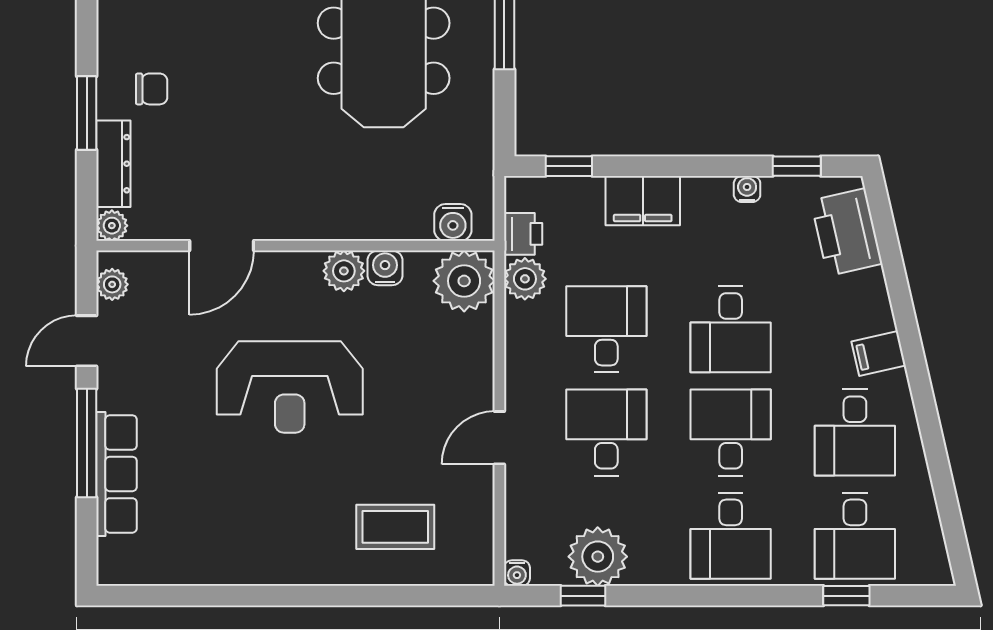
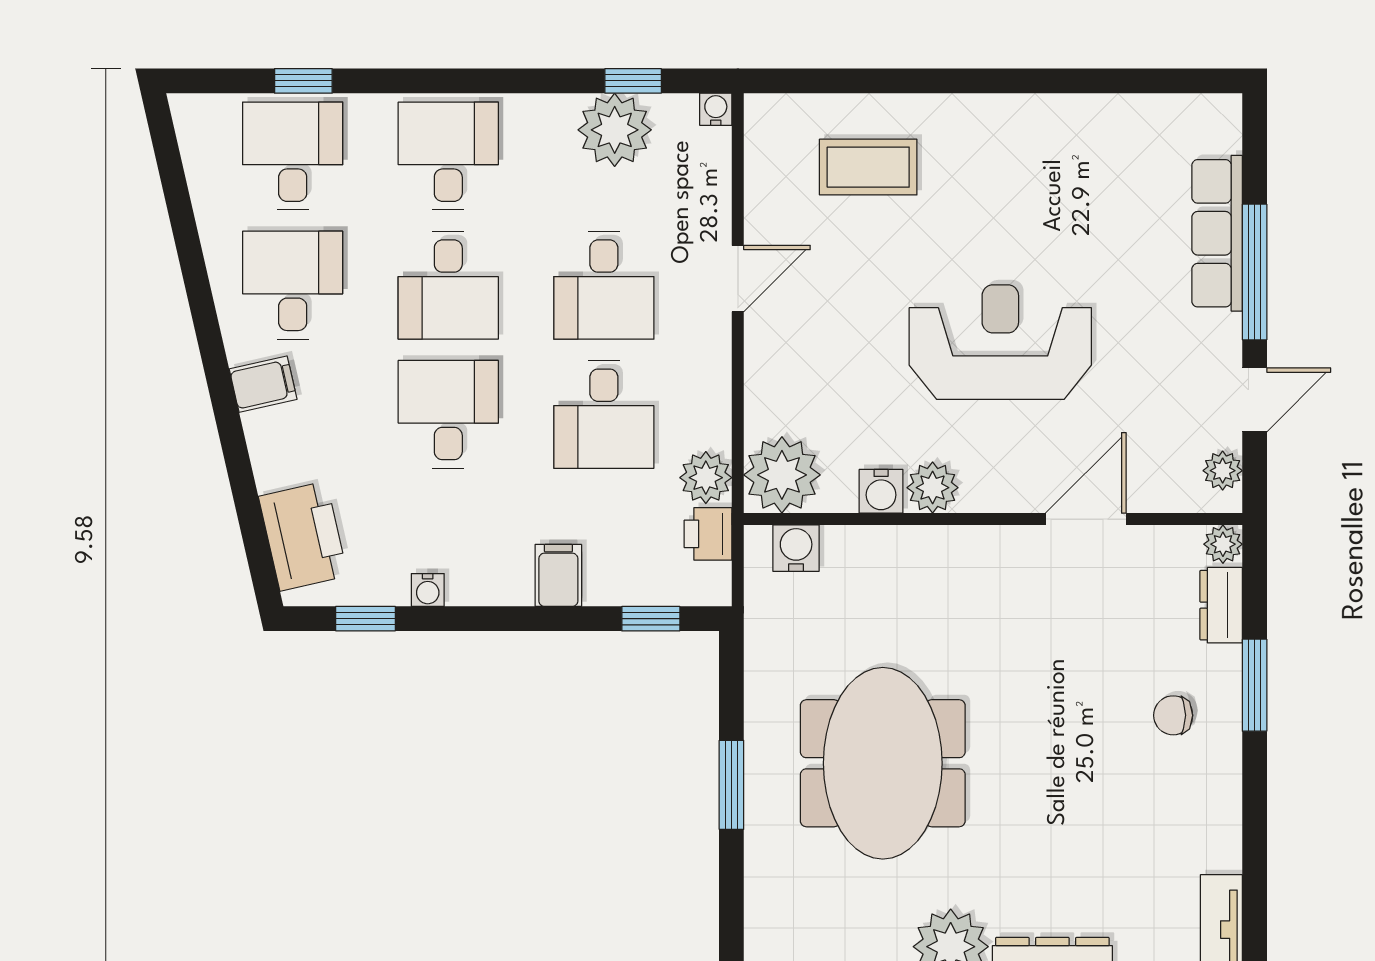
dresser: (113, 164) -> (1221, 605), width x0.70
filing cabinet: (643, 201) -> (558, 575), width x0.50

